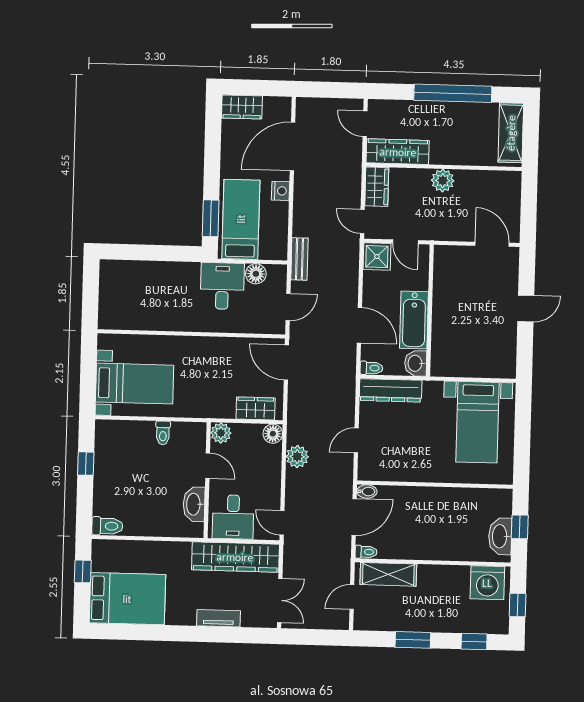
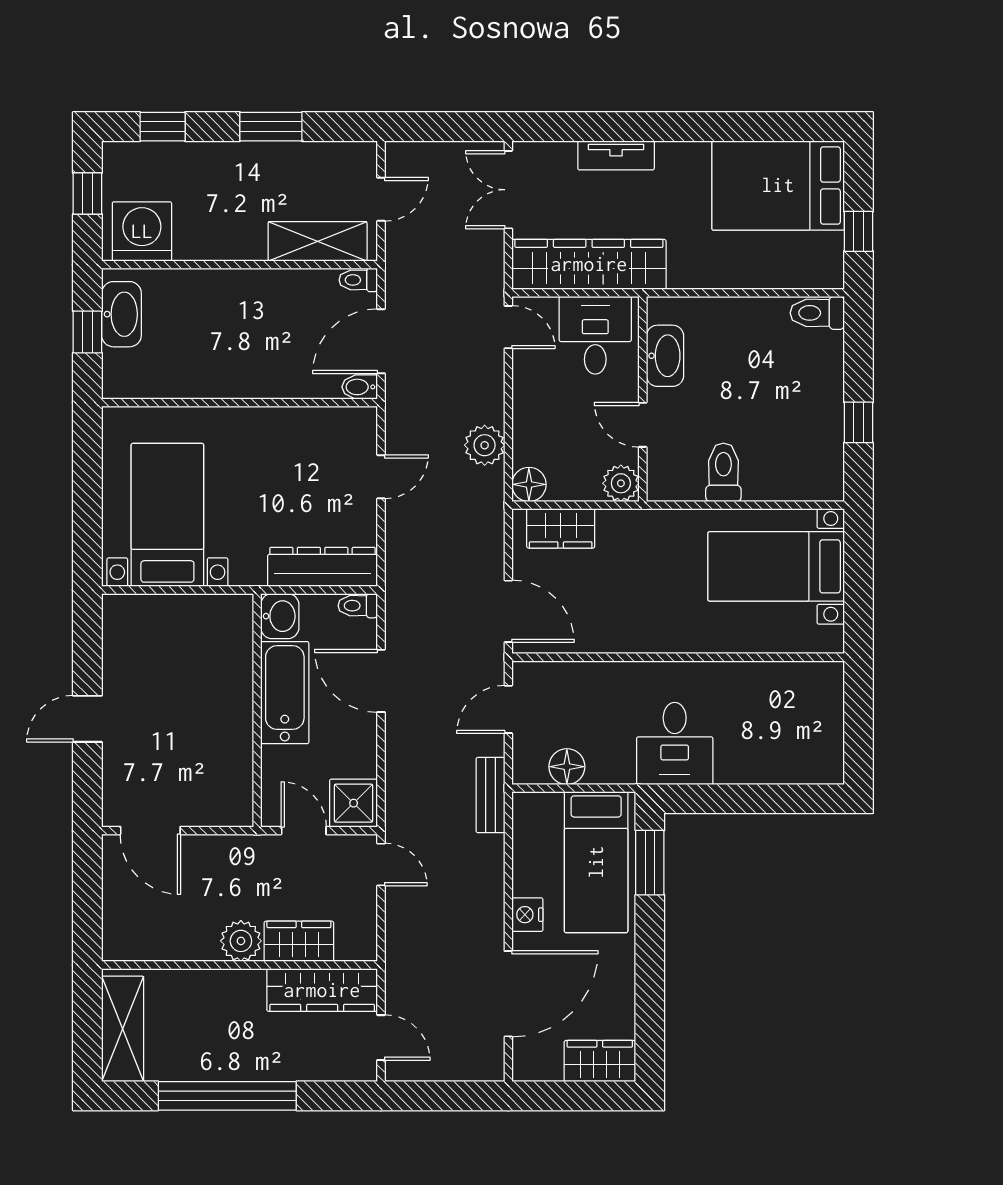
wardrobe: (377, 187) -> (299, 941), moved, turned 90
desk: (222, 286) -> (675, 743), moved
toilet: (163, 433) -> (723, 472), width x1.37, depth x1.39

